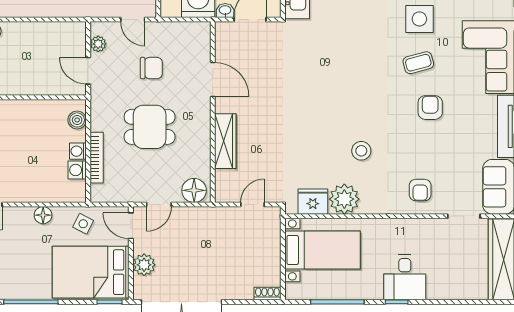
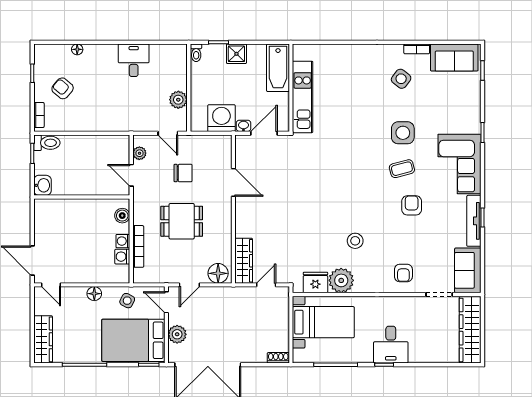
wardrobe: (225, 141) -> (244, 261), moved

